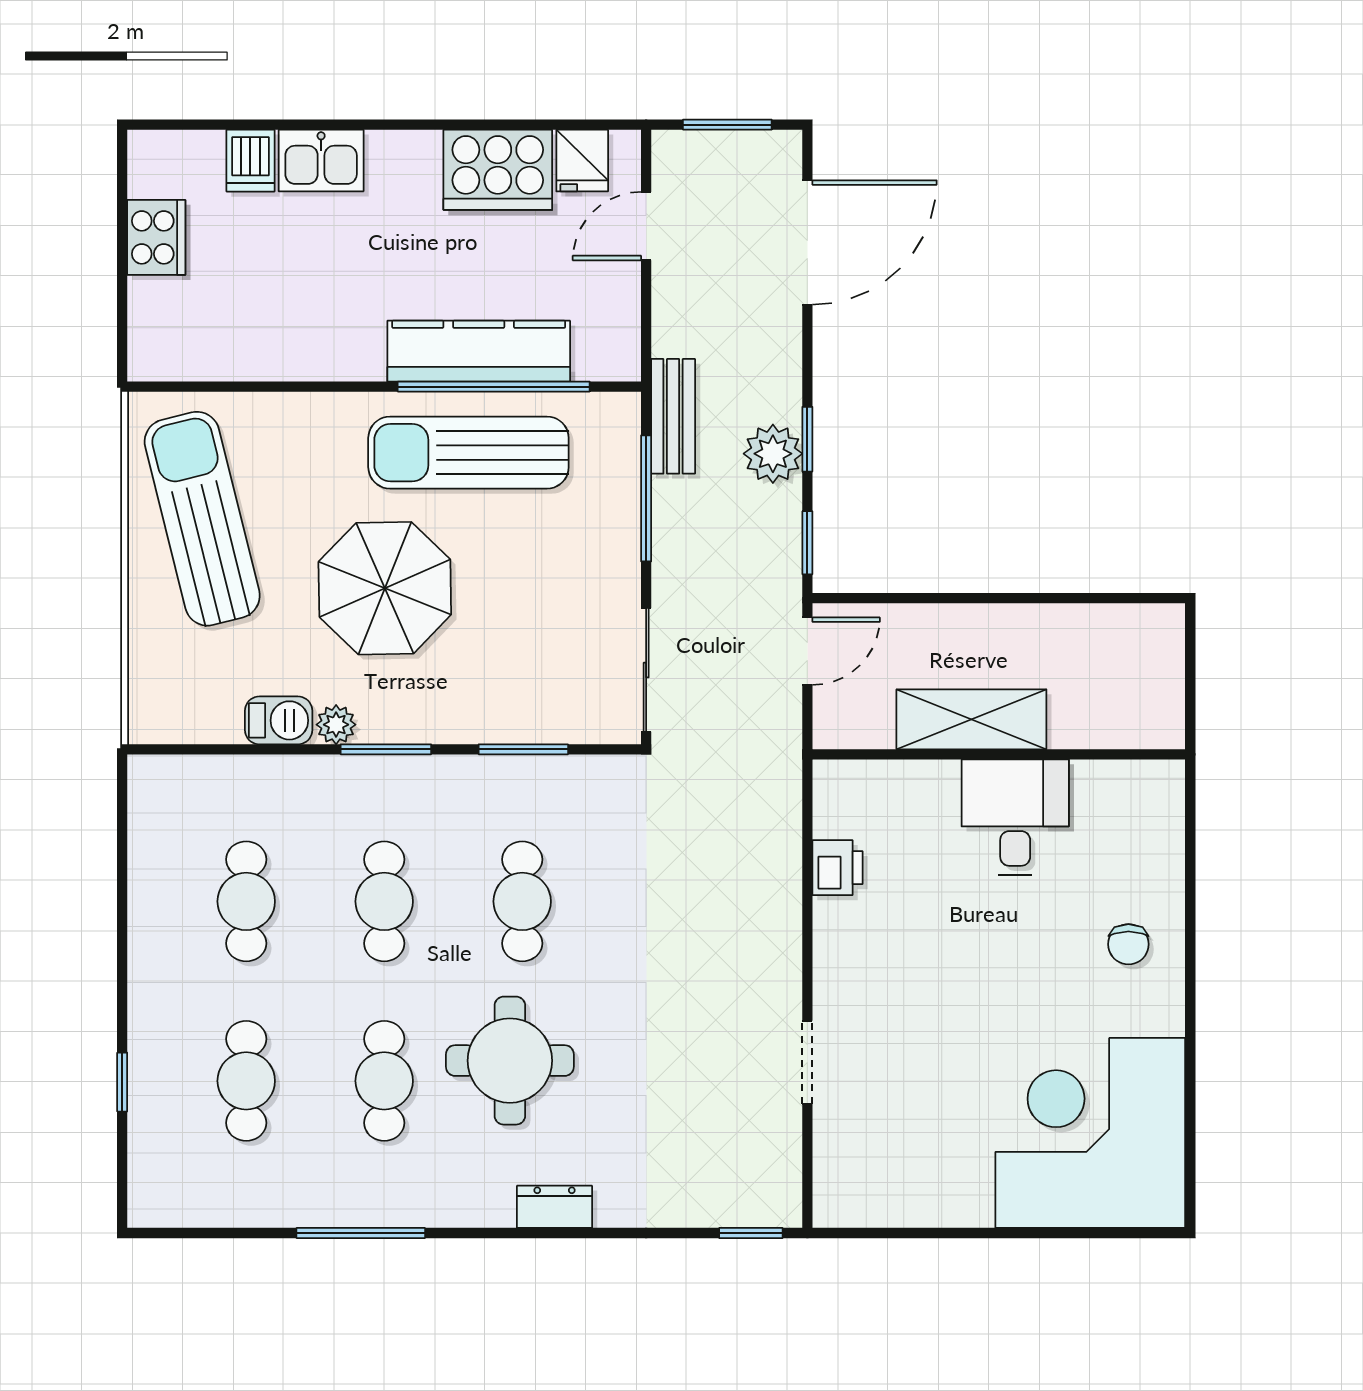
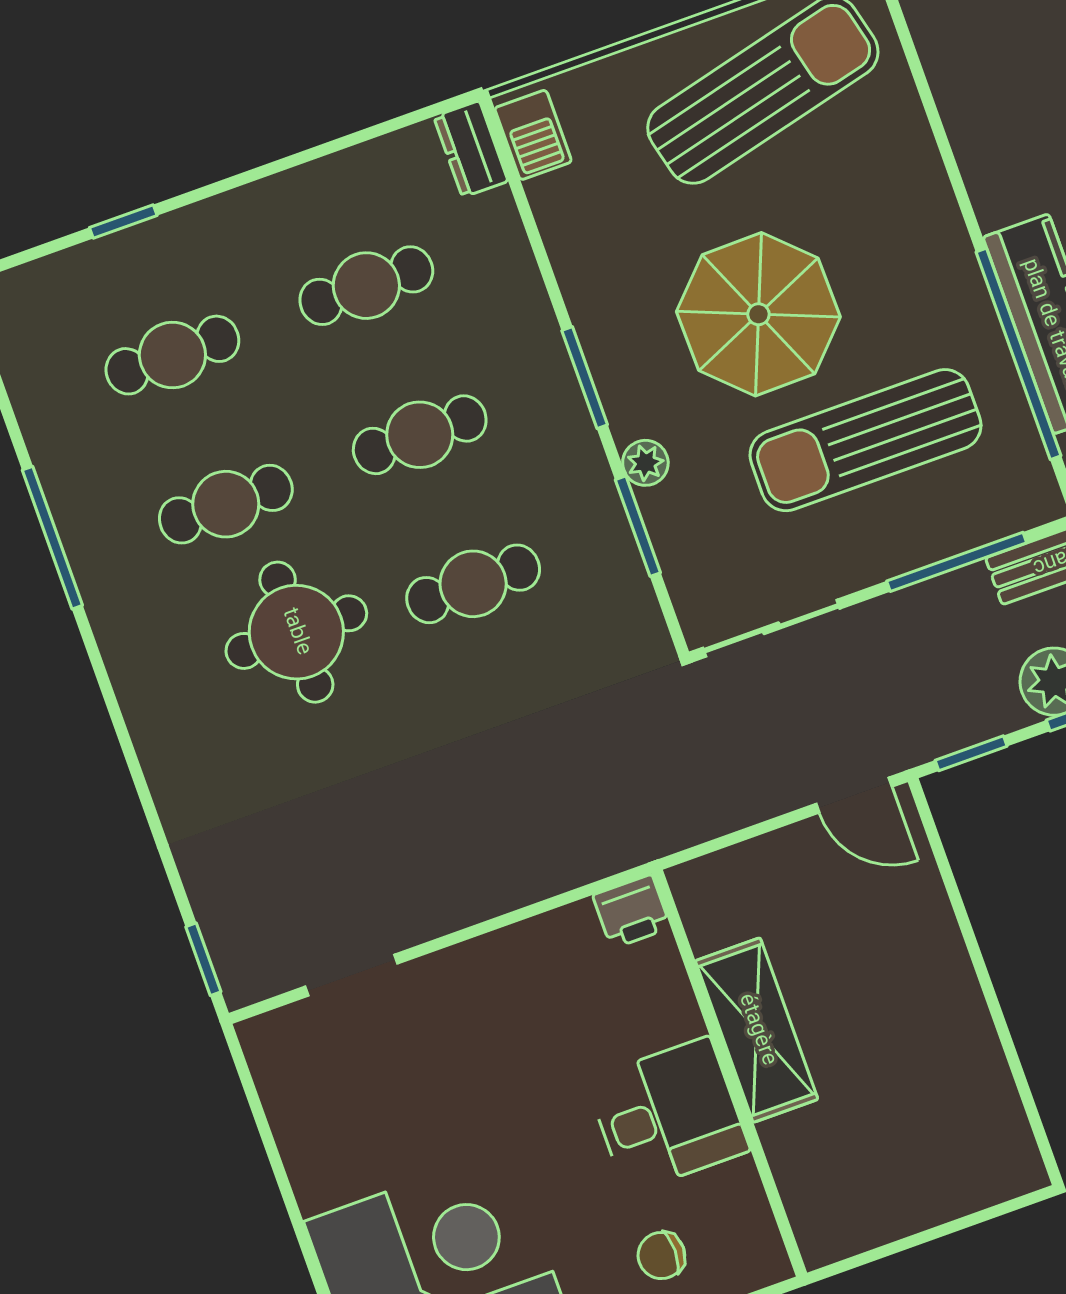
sun lounger: (468, 453) -> (865, 440), moved, turned -90
shelving: (971, 719) -> (757, 1030), moved
barbecue: (279, 720) -> (533, 135), moved
plant: (336, 725) -> (645, 463), moved
wall: (999, 754) -> (729, 1073), moved
desk: (1015, 817) -> (668, 1115), moved
doorway: (807, 1062) -> (351, 975), moved
dresser: (555, 1207) -> (471, 149), moved, turned 180

